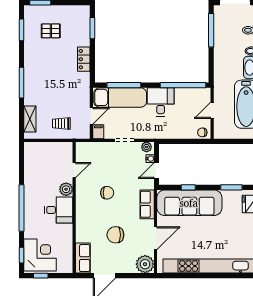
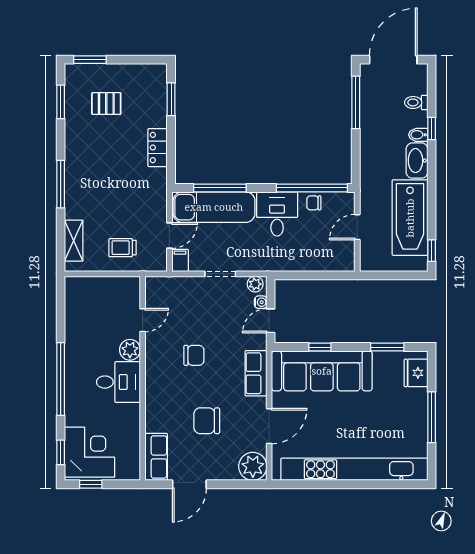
chair: (202, 132) -> (314, 203), moved

